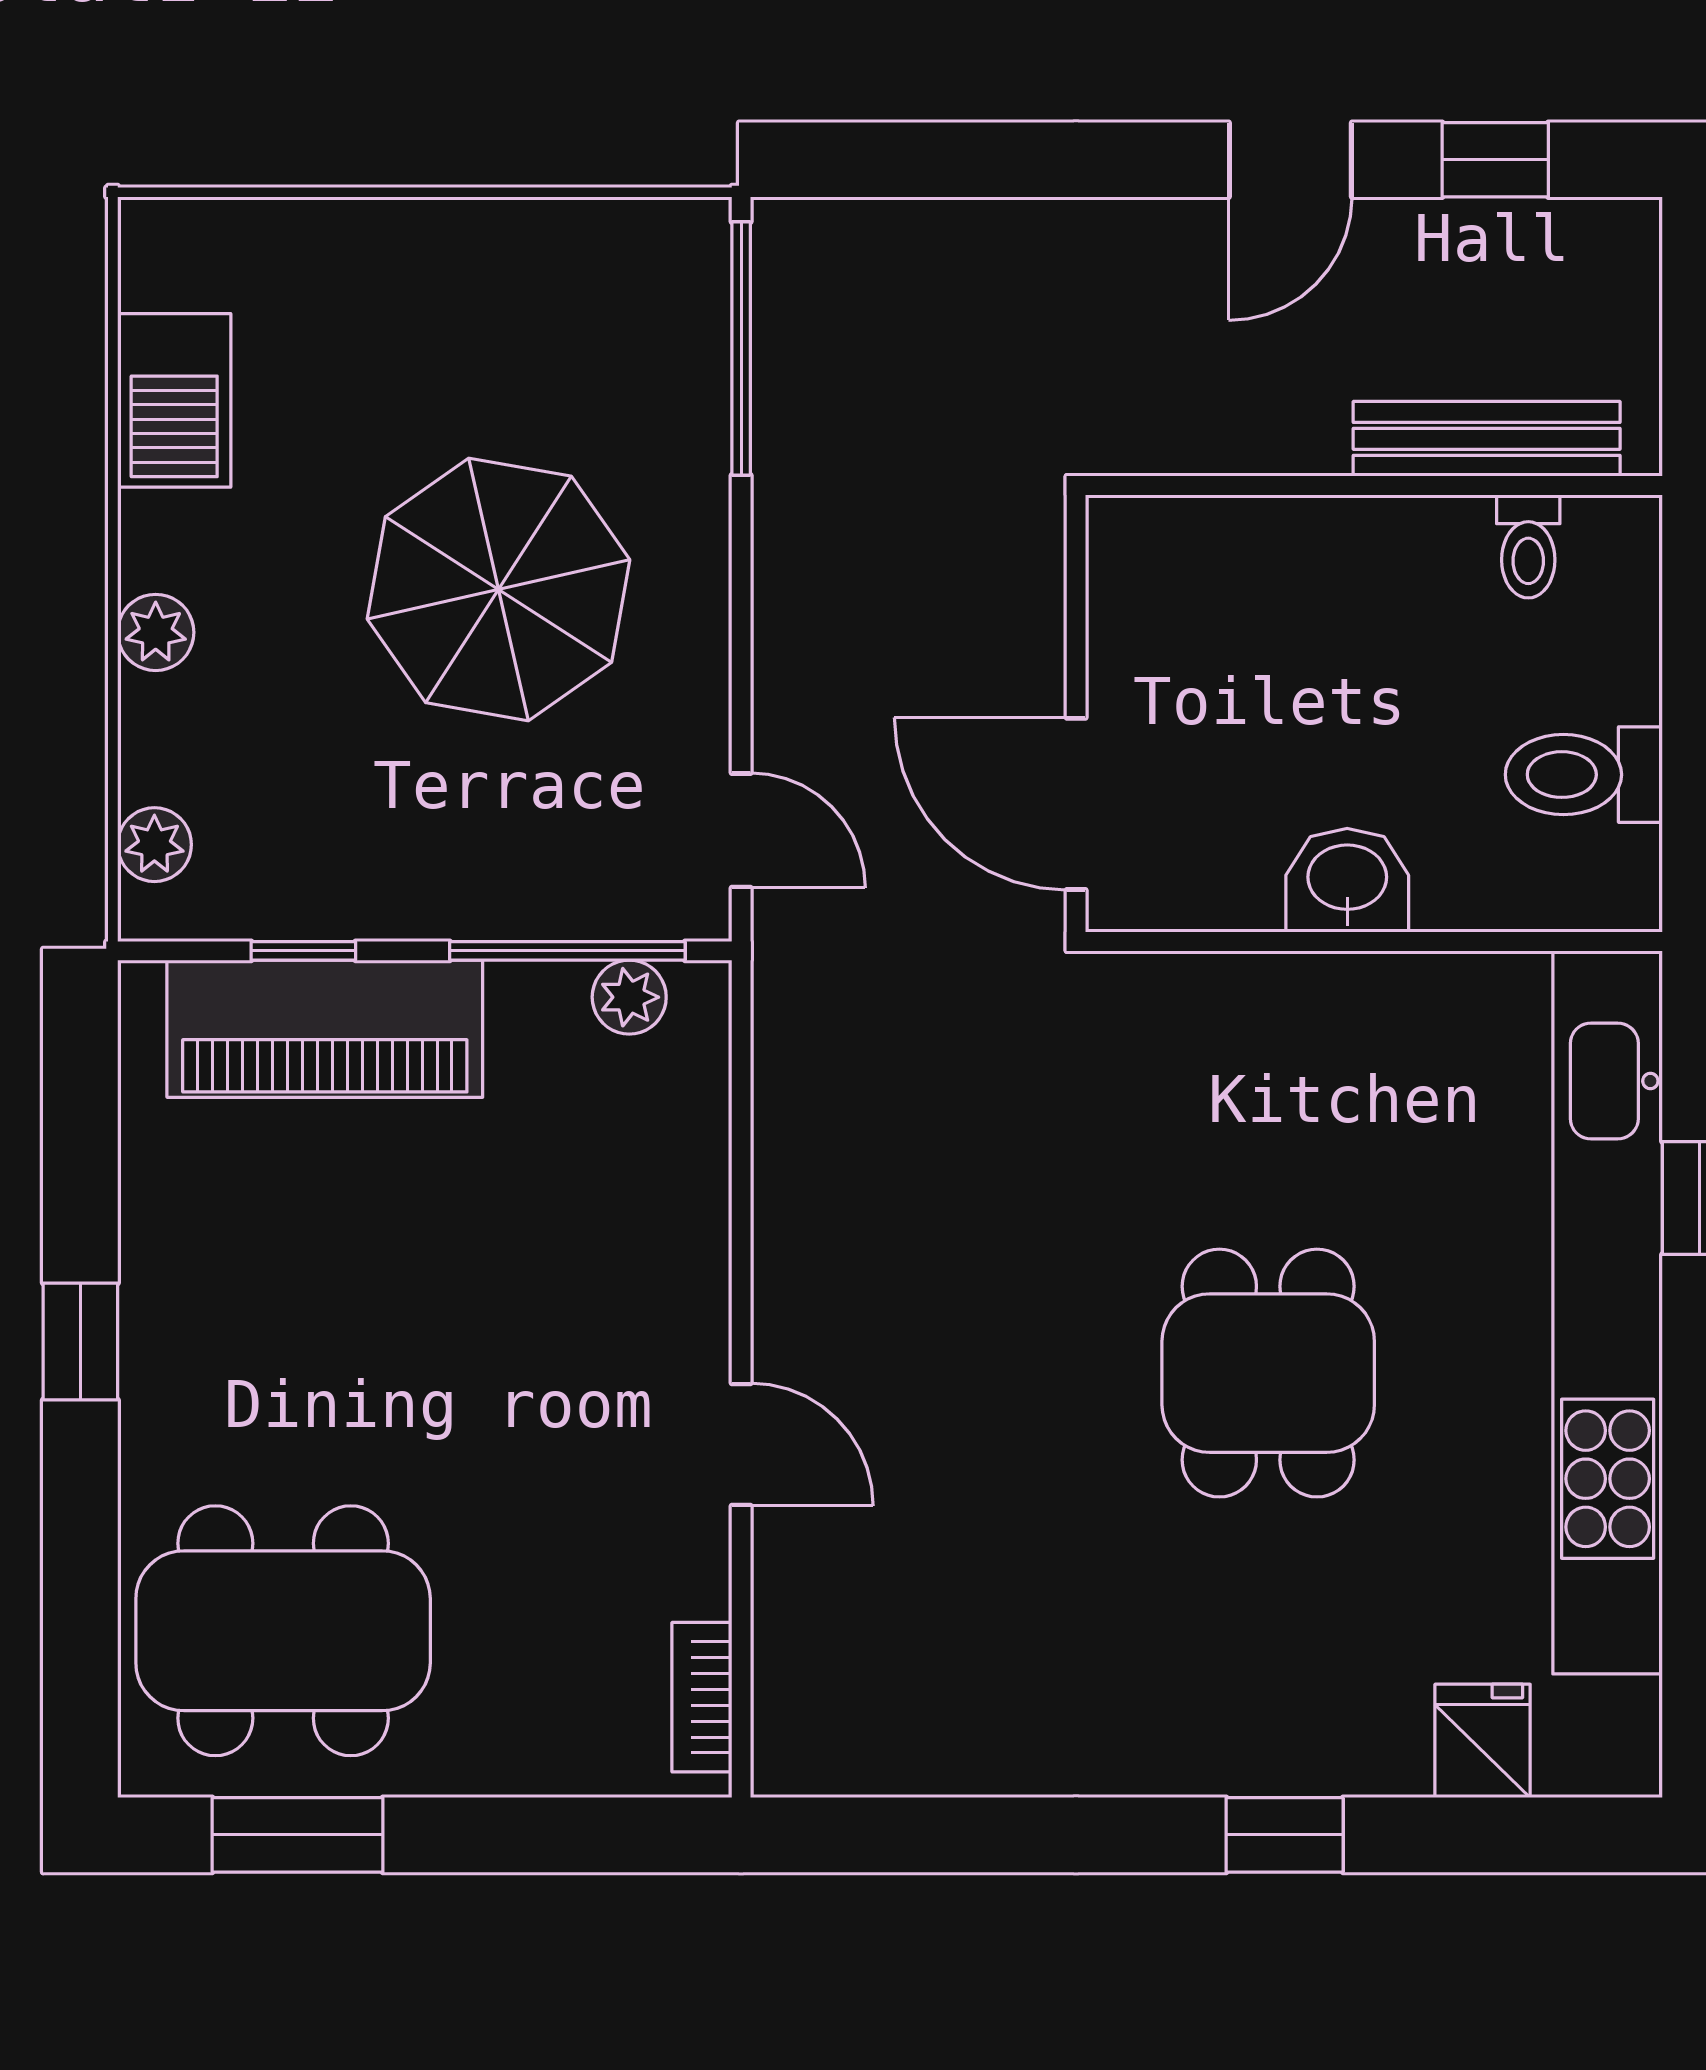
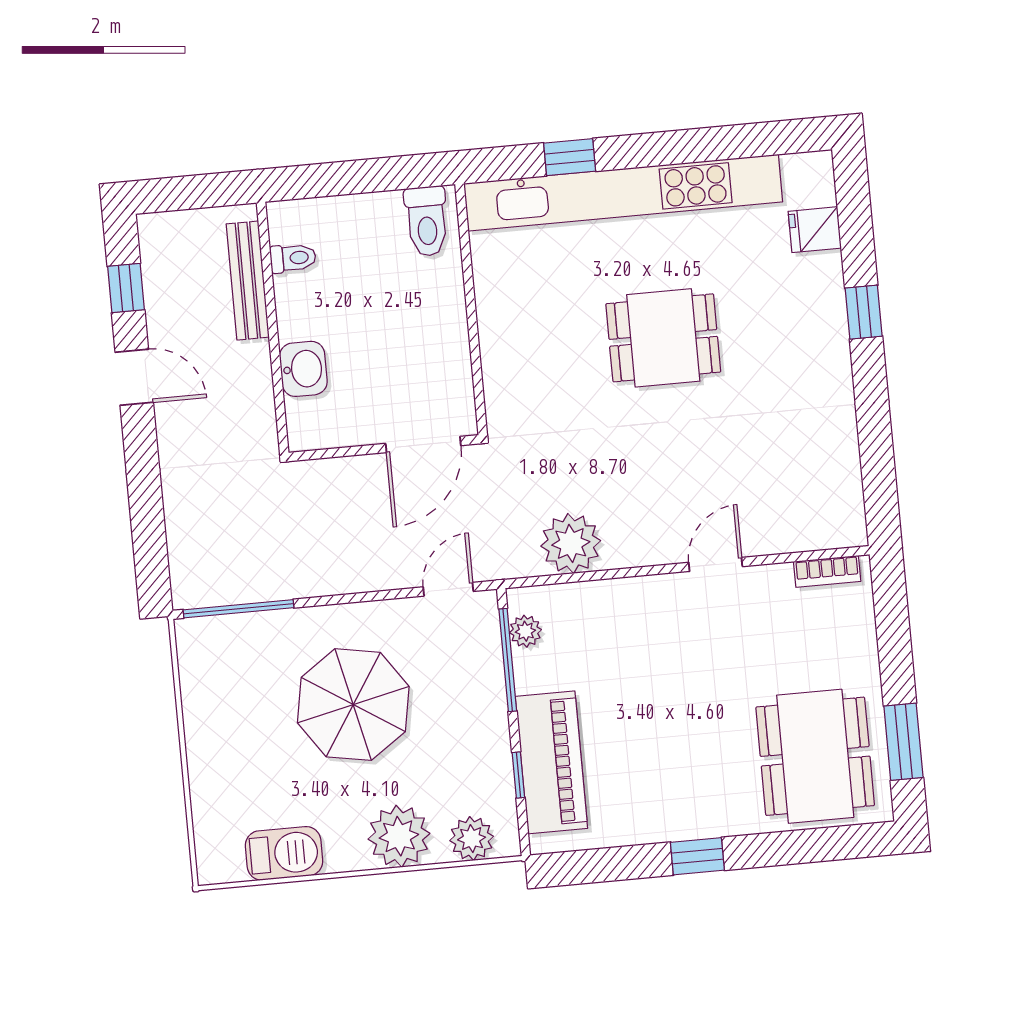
plant: (156, 632) -> (399, 836), width x1.88, depth x1.88
toilet: (1584, 775) -> (427, 221), moved
plant: (154, 845) -> (472, 839), width x1.38, depth x1.38
washbasin: (1347, 880) -> (303, 369), moved, turned 180
plant: (819, 1119) -> (571, 543), added

